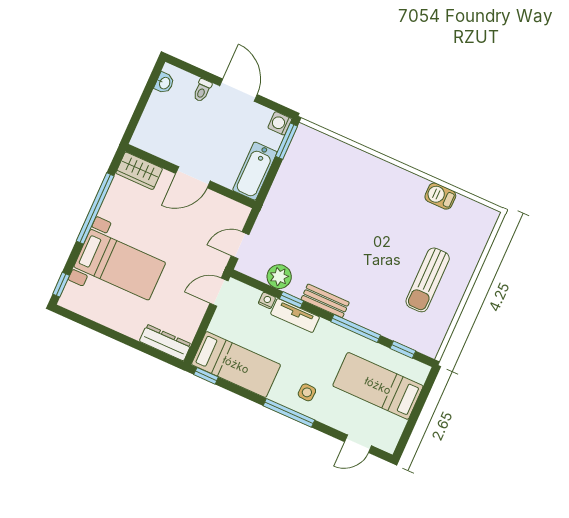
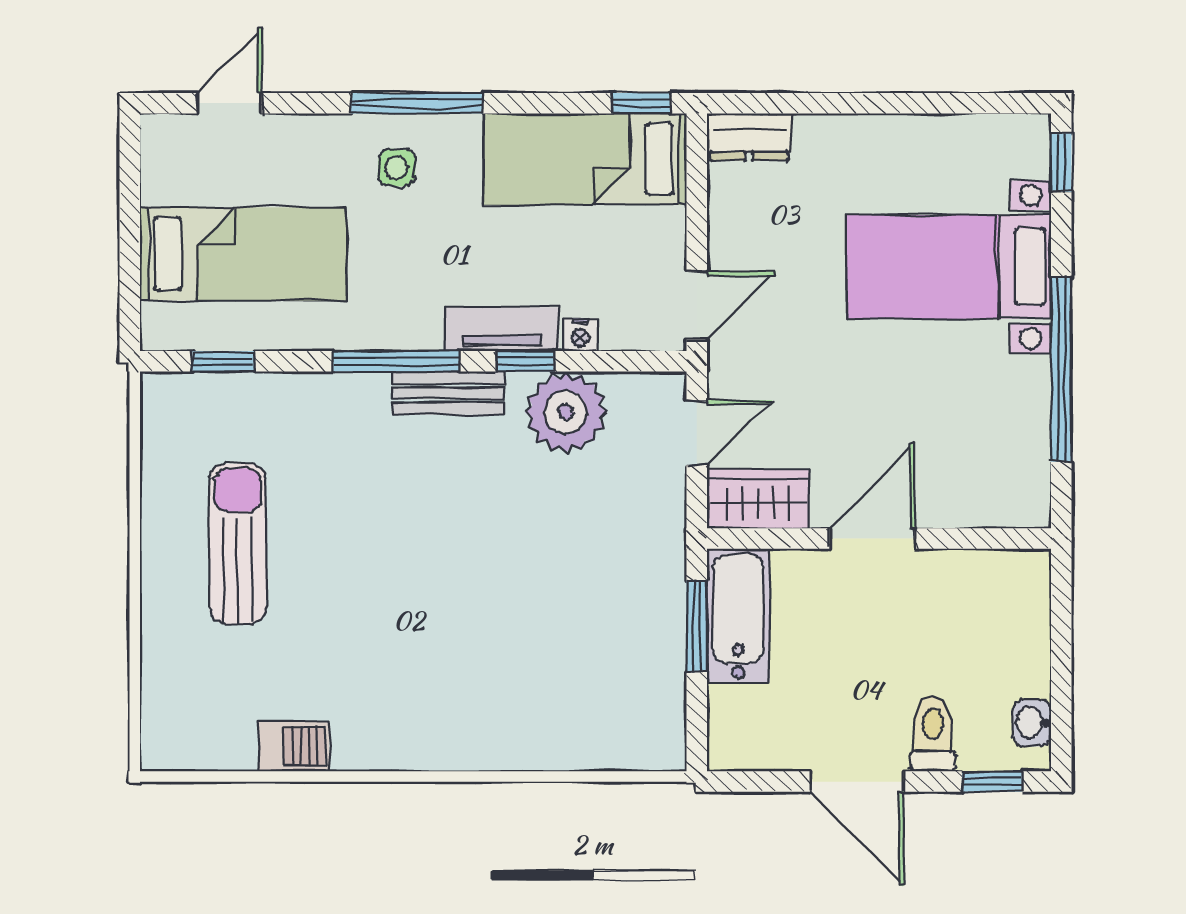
window: (189, 68) -> (992, 782), added
toilet: (202, 90) -> (933, 734), width x1.37, depth x1.39
washing machine: (280, 123) -> (730, 748), removed
window: (287, 141) -> (697, 626), moved
wardrobe: (139, 171) -> (758, 499), moved
plant: (279, 277) -> (566, 412), width x1.36, depth x1.36
window: (356, 328) -> (396, 361), moved
dresser: (165, 343) -> (749, 137), width x0.70

